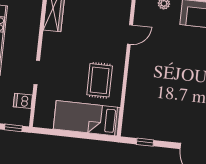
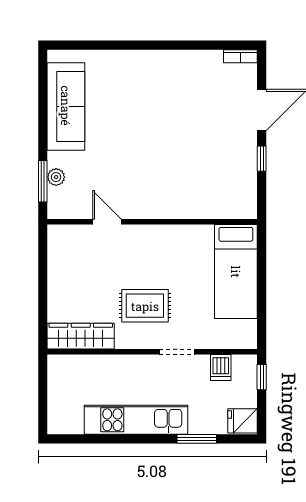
rug: (100, 80) -> (145, 306), moved
window: (145, 142) -> (262, 159), moved

